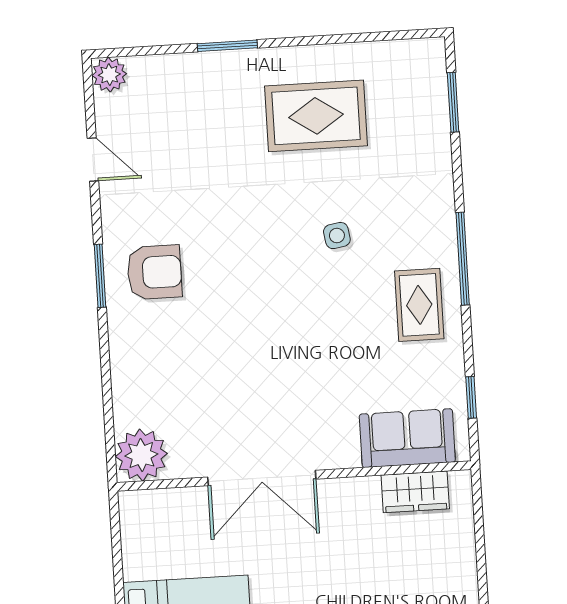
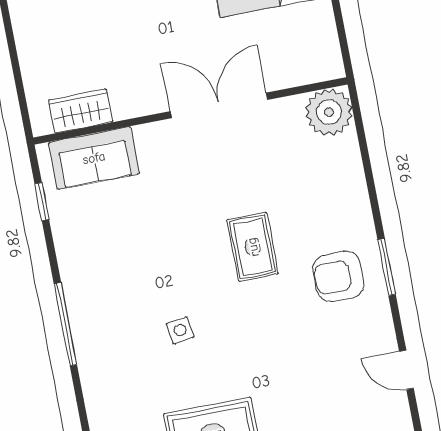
rug: (419, 305) -> (253, 247), moved

